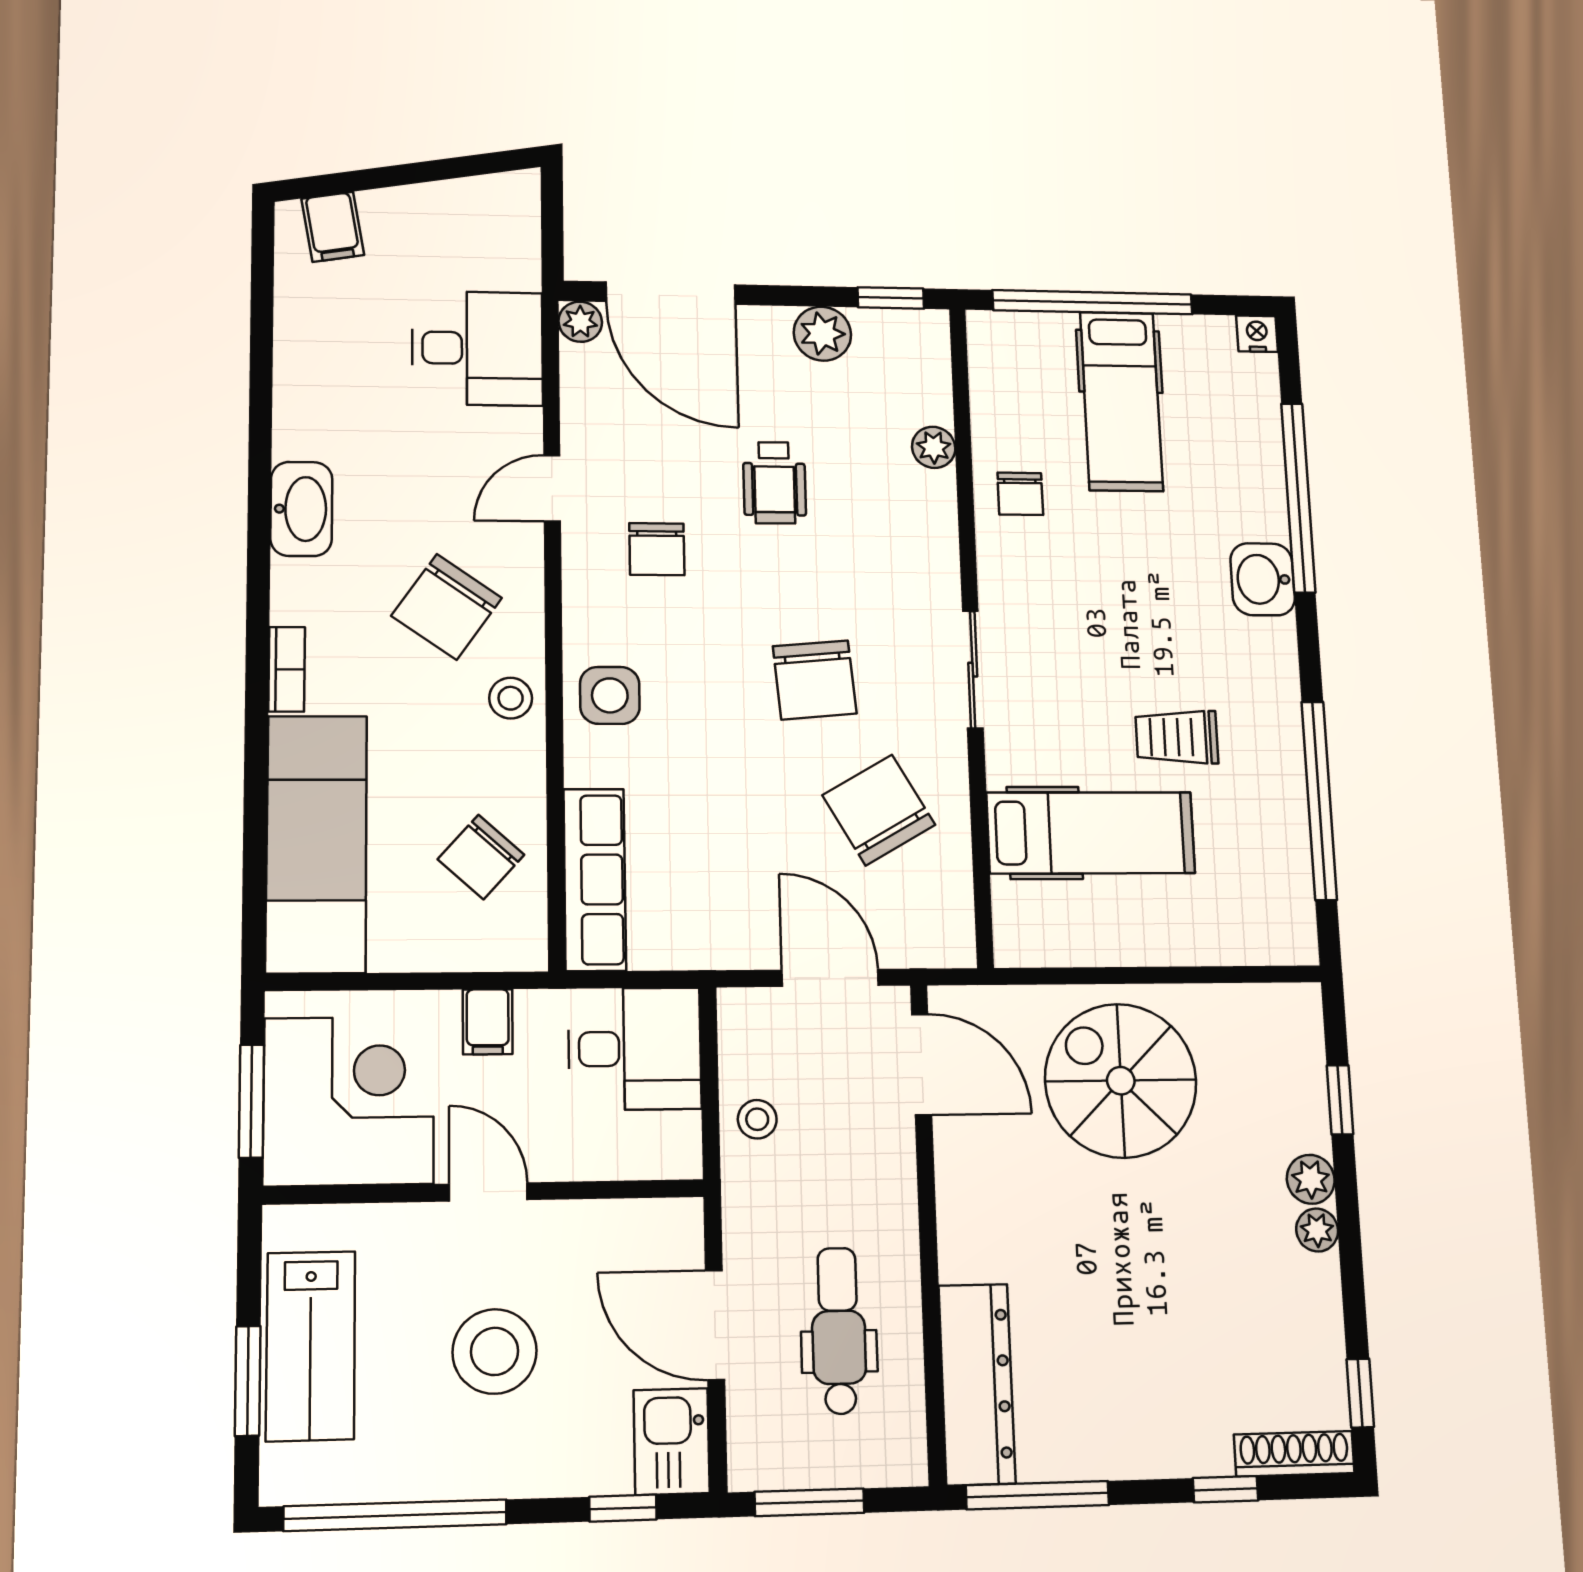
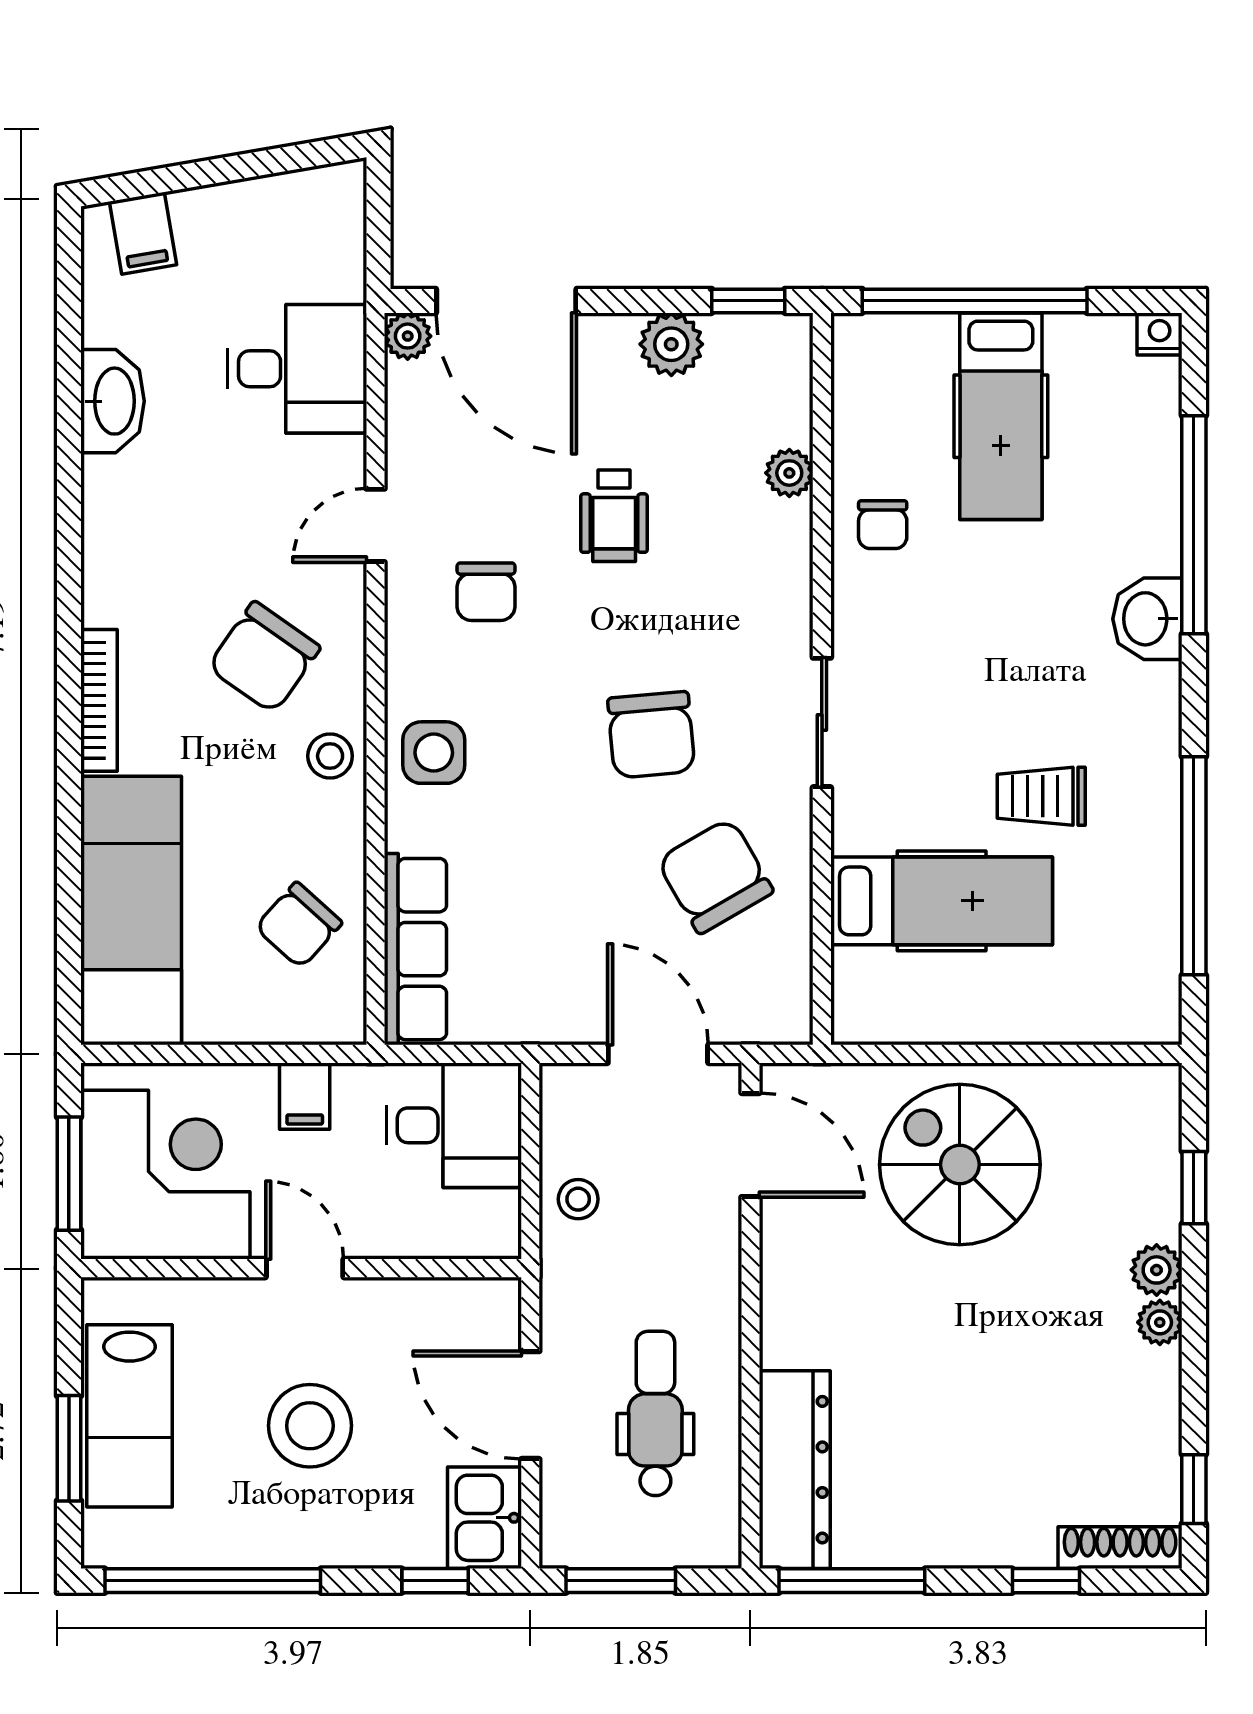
washbasin: (301, 509) -> (113, 401), moved
bookcase: (287, 669) -> (99, 700), width x1.56

